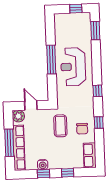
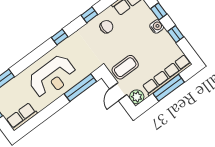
row of seats: (60, 26) -> (22, 117), added
window: (51, 60) -> (80, 88), moved
coffee table: (60, 126) -> (125, 67), moved
water cooler: (43, 165) -> (157, 26), moved

